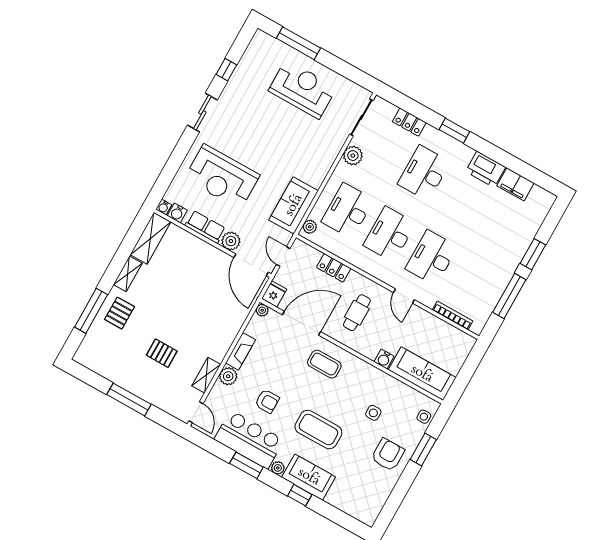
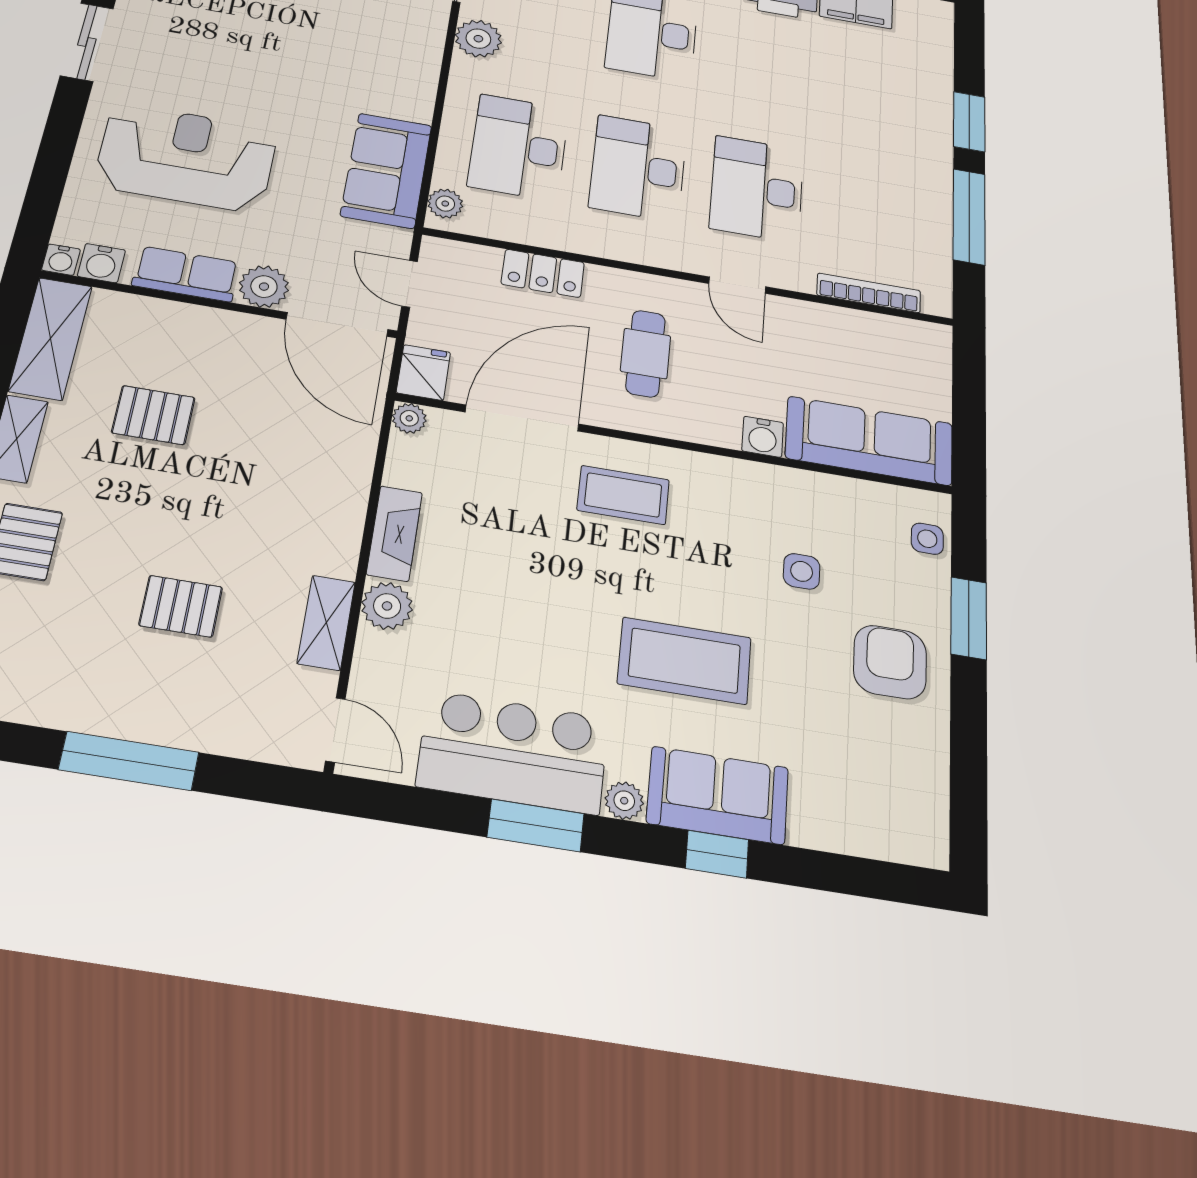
reception desk: (222, 177) -> (186, 157), turned 180
pallet: (176, 280) -> (153, 415), added
armchair: (267, 401) -> (518, 635), removed

